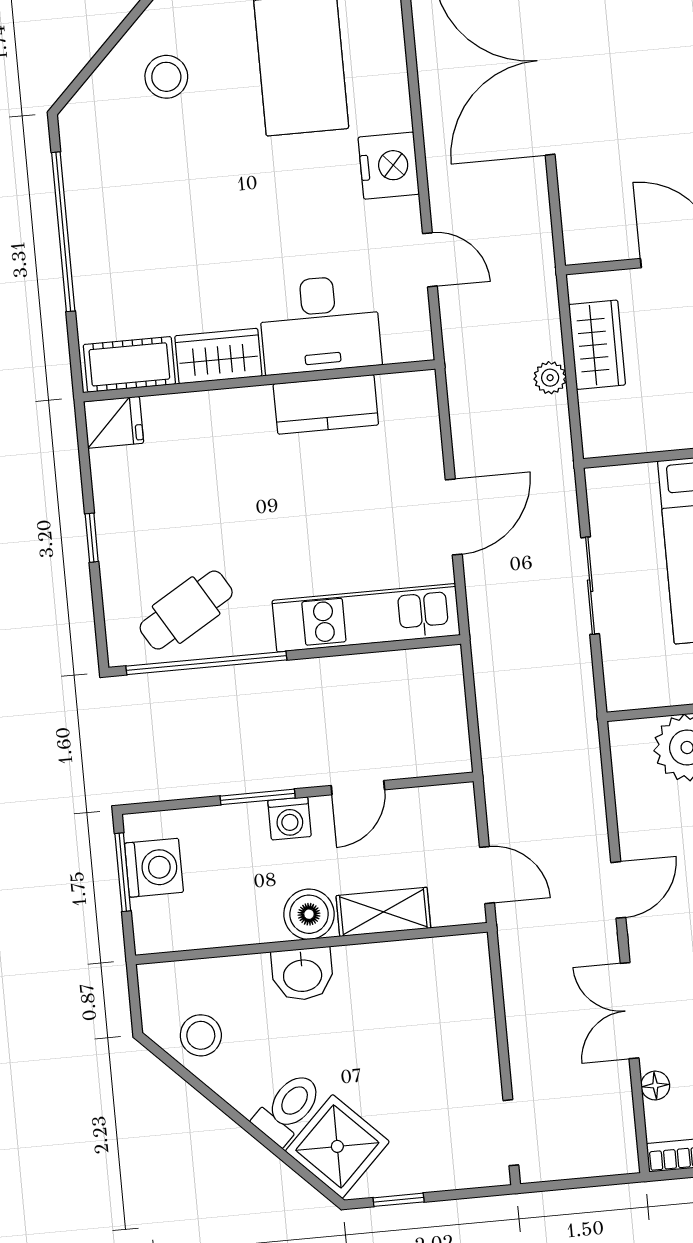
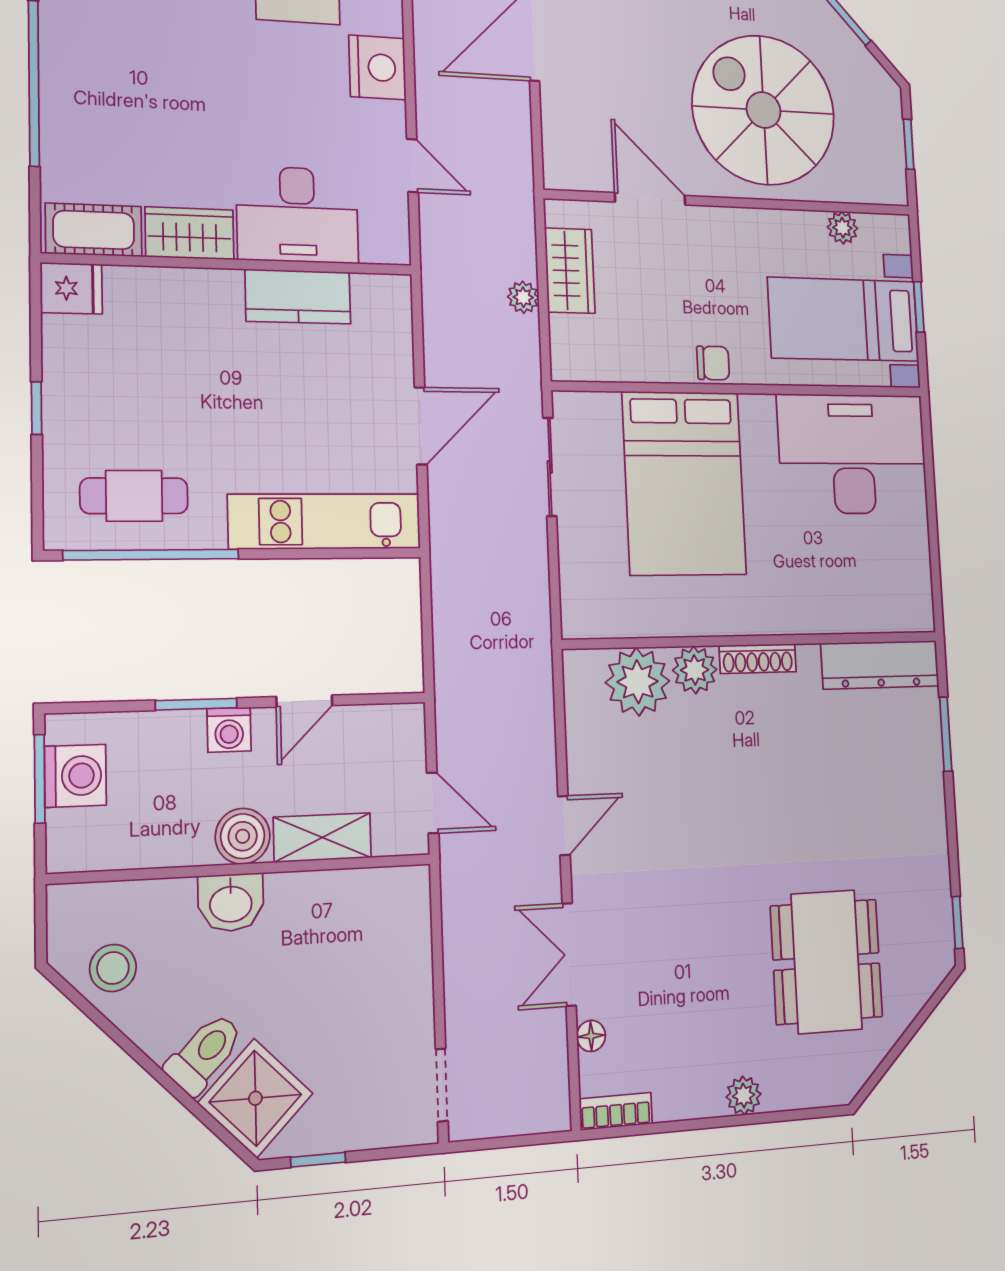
sliding door: (590, 586) -> (550, 467), moved
cafe table: (186, 610) -> (134, 496), turned 31

